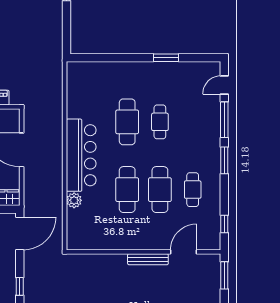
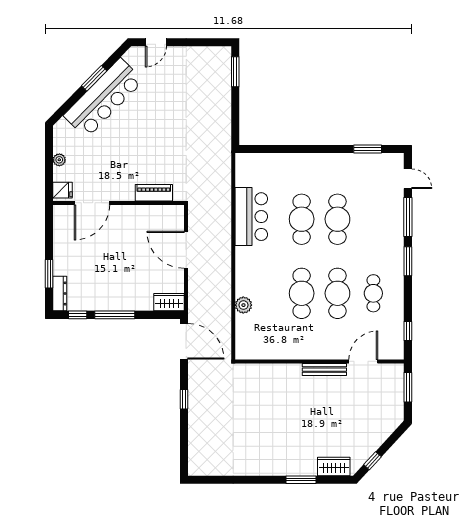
window: (166, 58) -> (368, 149), moved
door: (224, 85) -> (408, 179), swing flipped
cafe table: (160, 122) -> (337, 219), width x1.37, depth x1.35
bar counter: (81, 155) -> (251, 217), moved, width x0.73
door: (20, 233) -> (184, 341), hinge flipped

